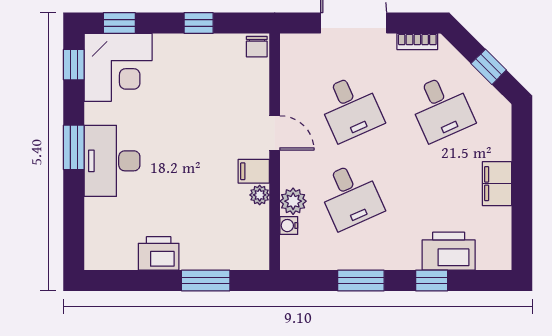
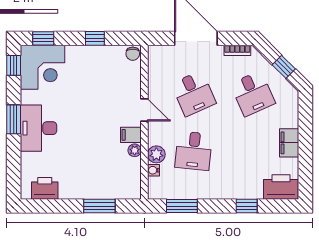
desk: (350, 196) -> (194, 151), turned 30
printer: (449, 251) -> (281, 187), moved
printer: (159, 253) -> (45, 188), moved
window: (361, 281) -> (182, 206), moved

